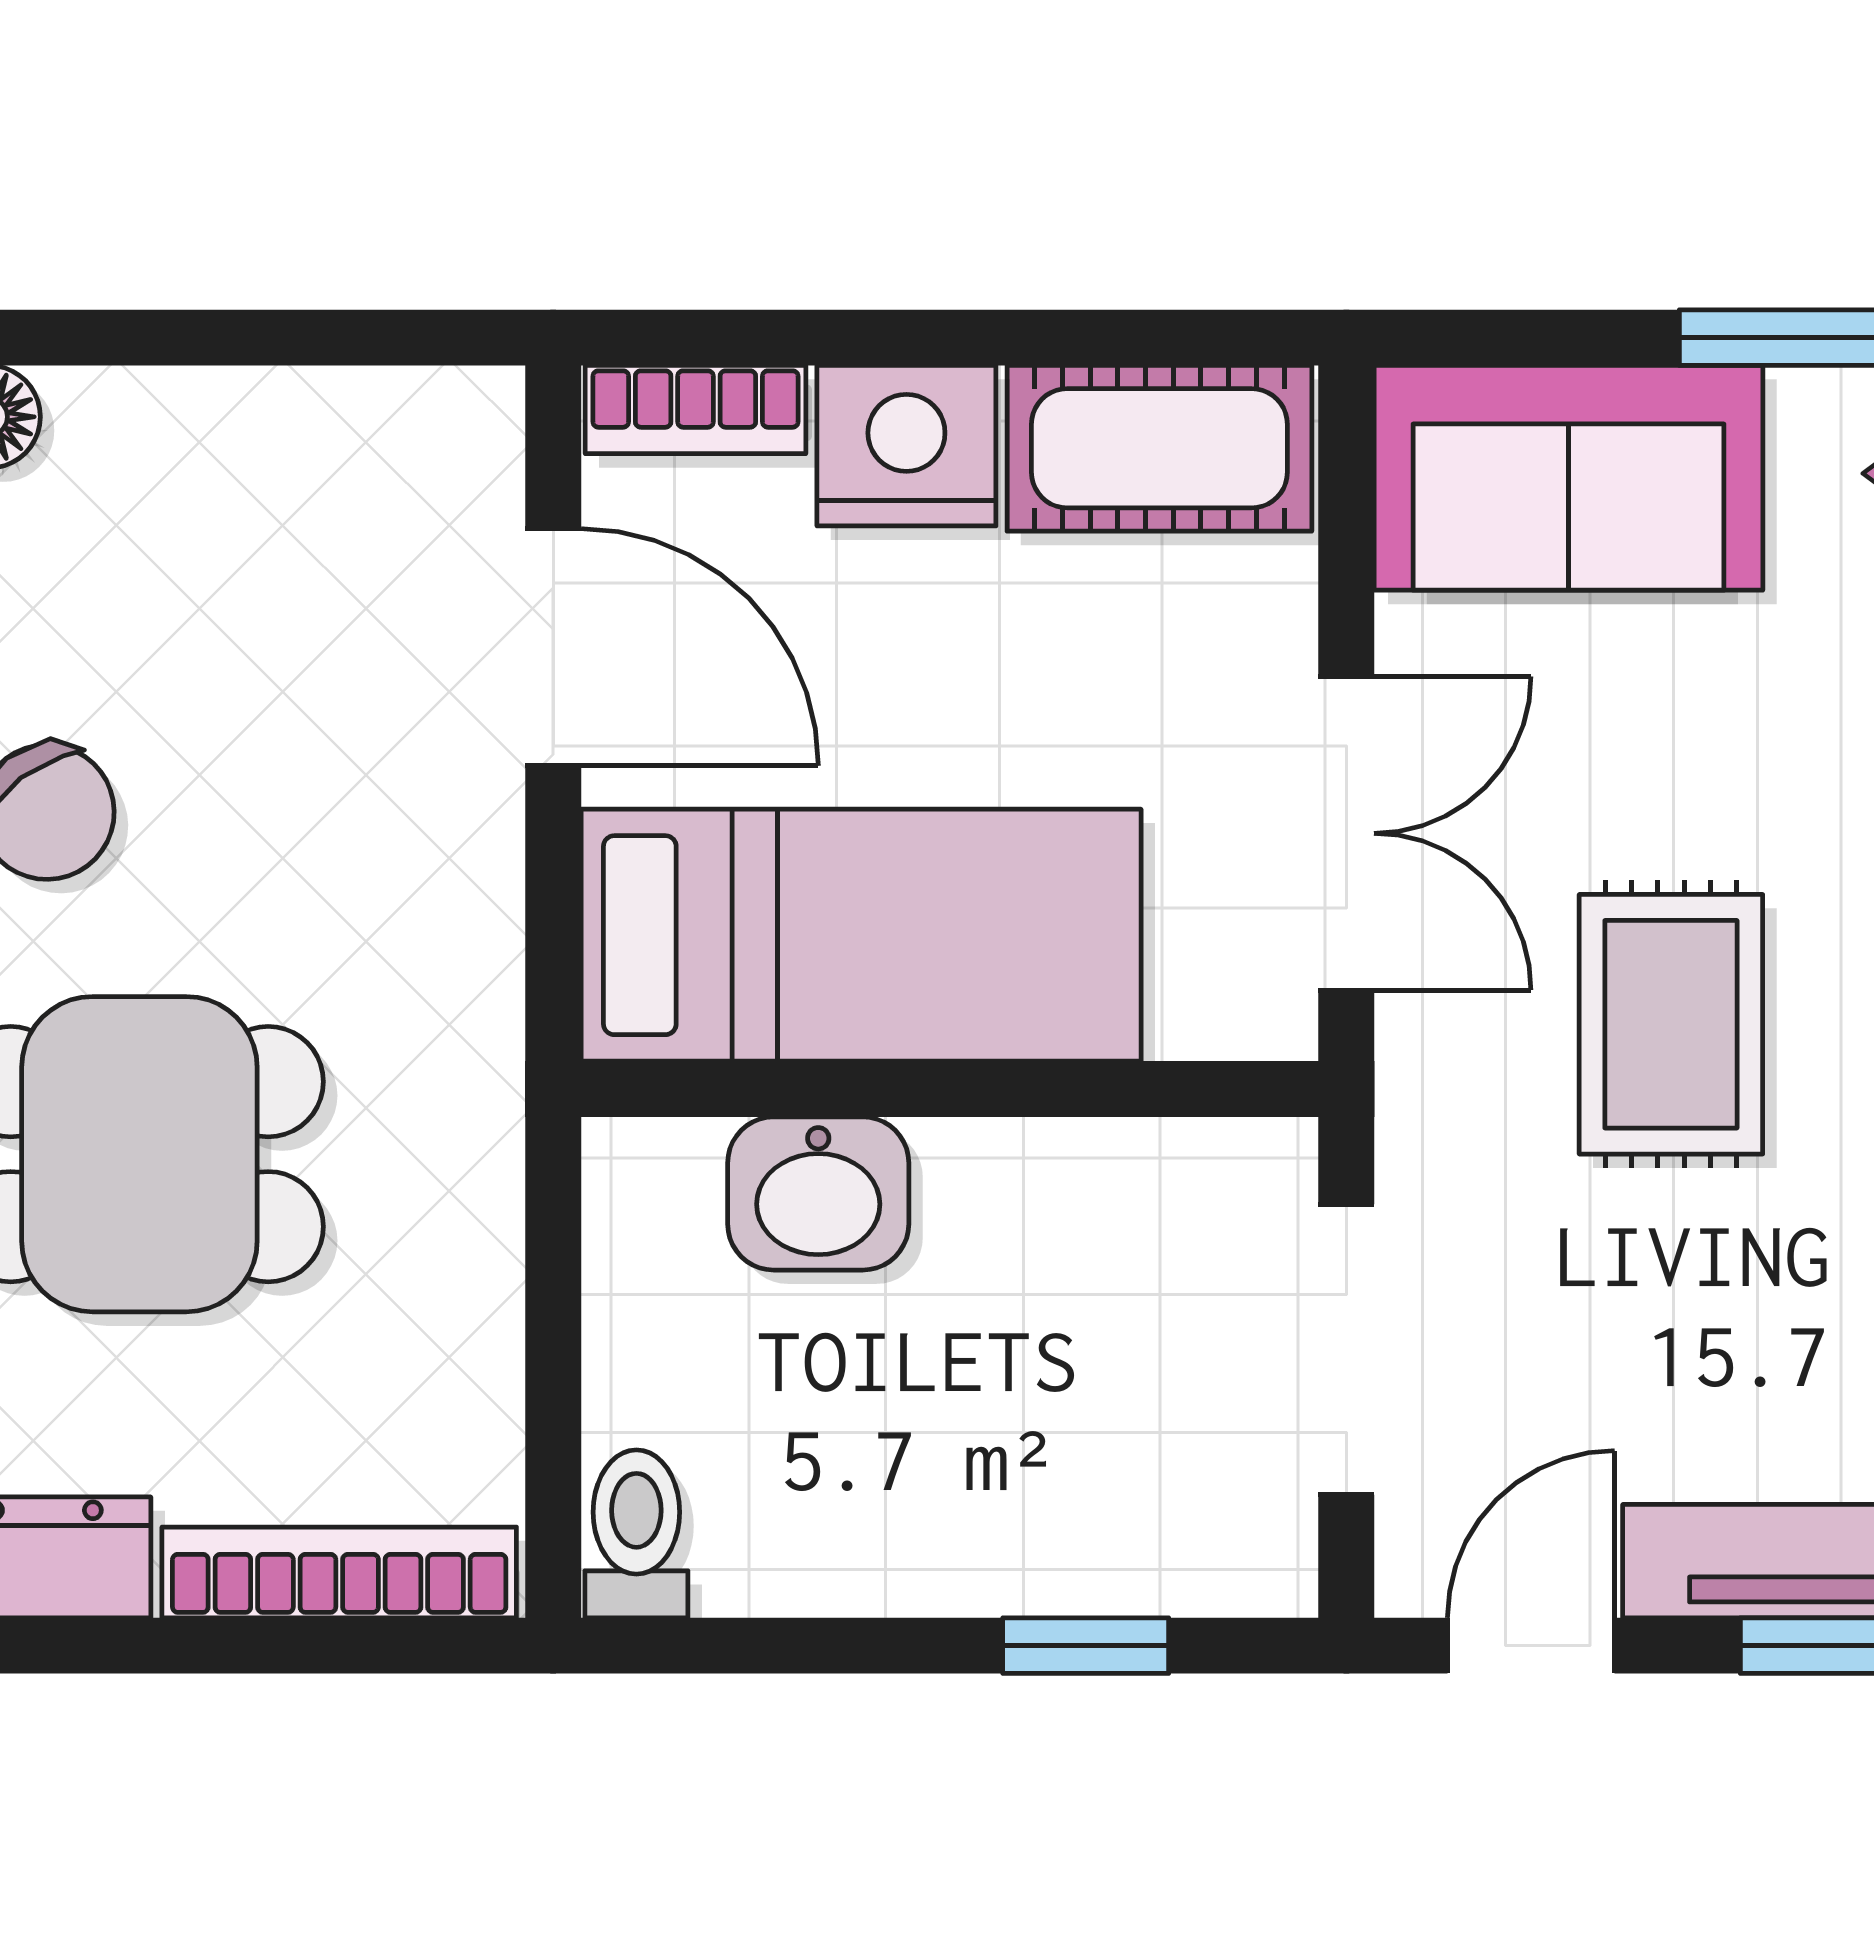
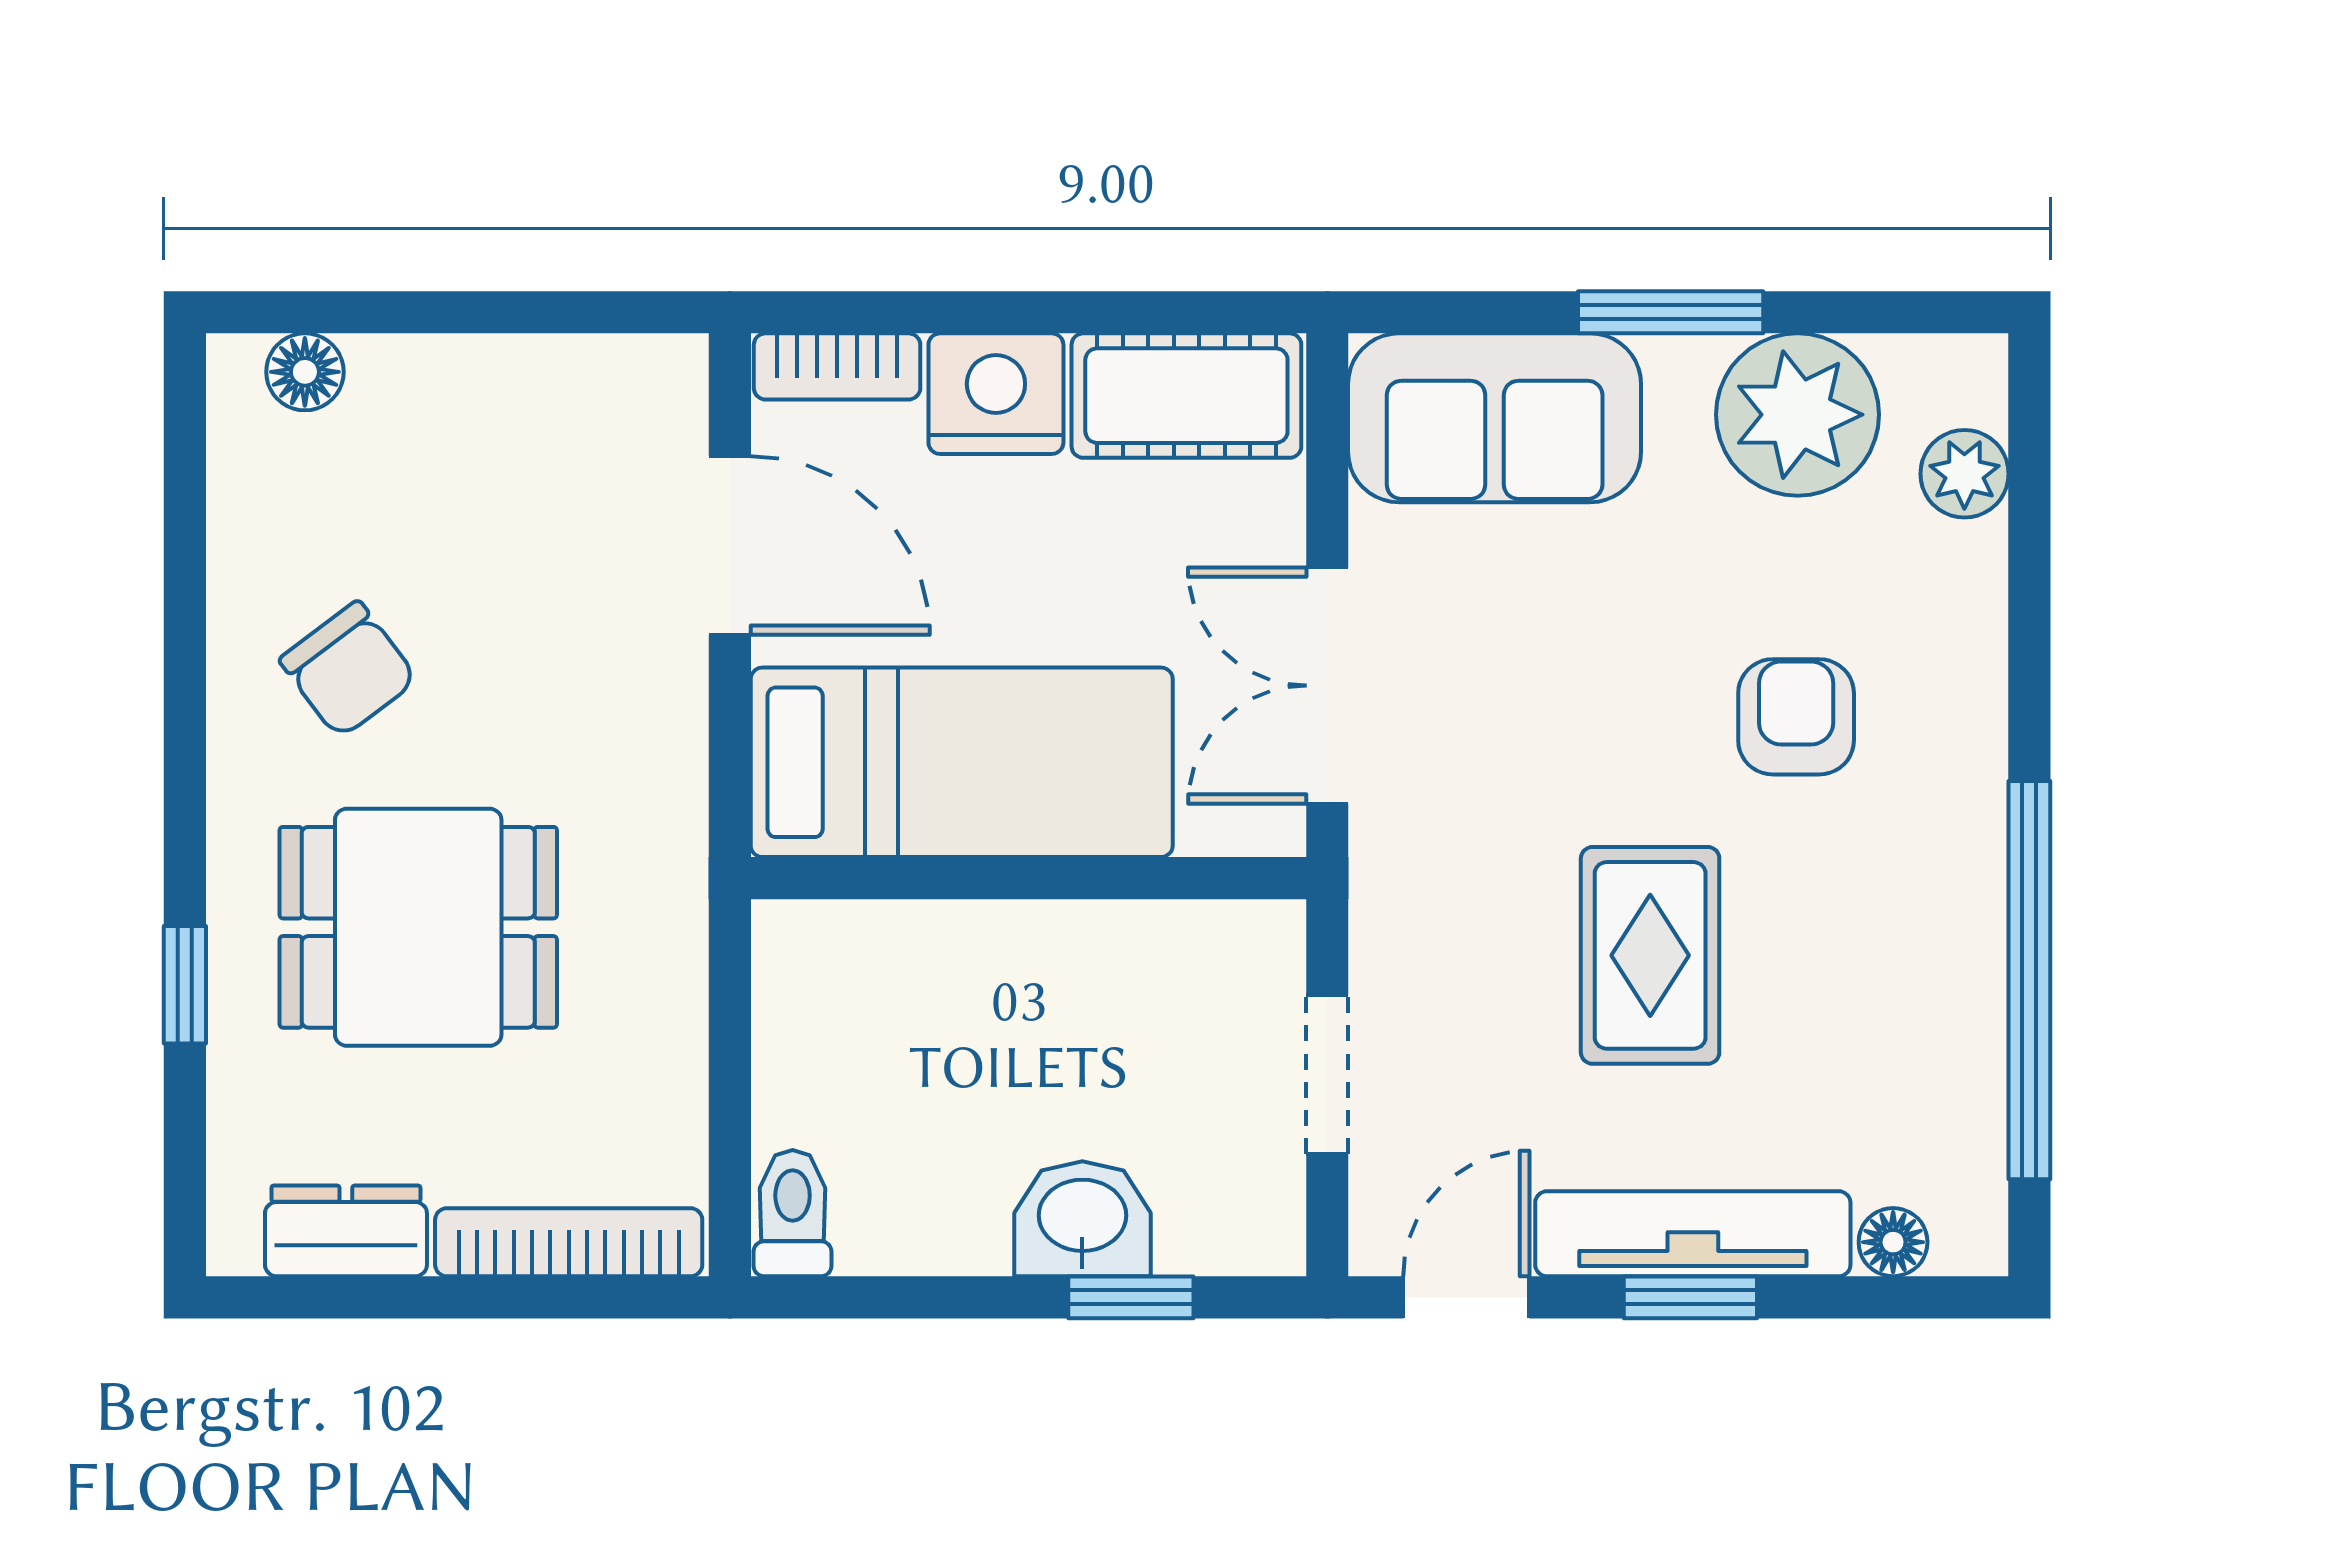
double door: (1346, 833) -> (1327, 686), swing flipped
rug: (1671, 1024) -> (1650, 955), moved
washbasin: (818, 1193) -> (1082, 1219), moved, turned 180
doorway: (1346, 1349) -> (1327, 1074), width x0.73

